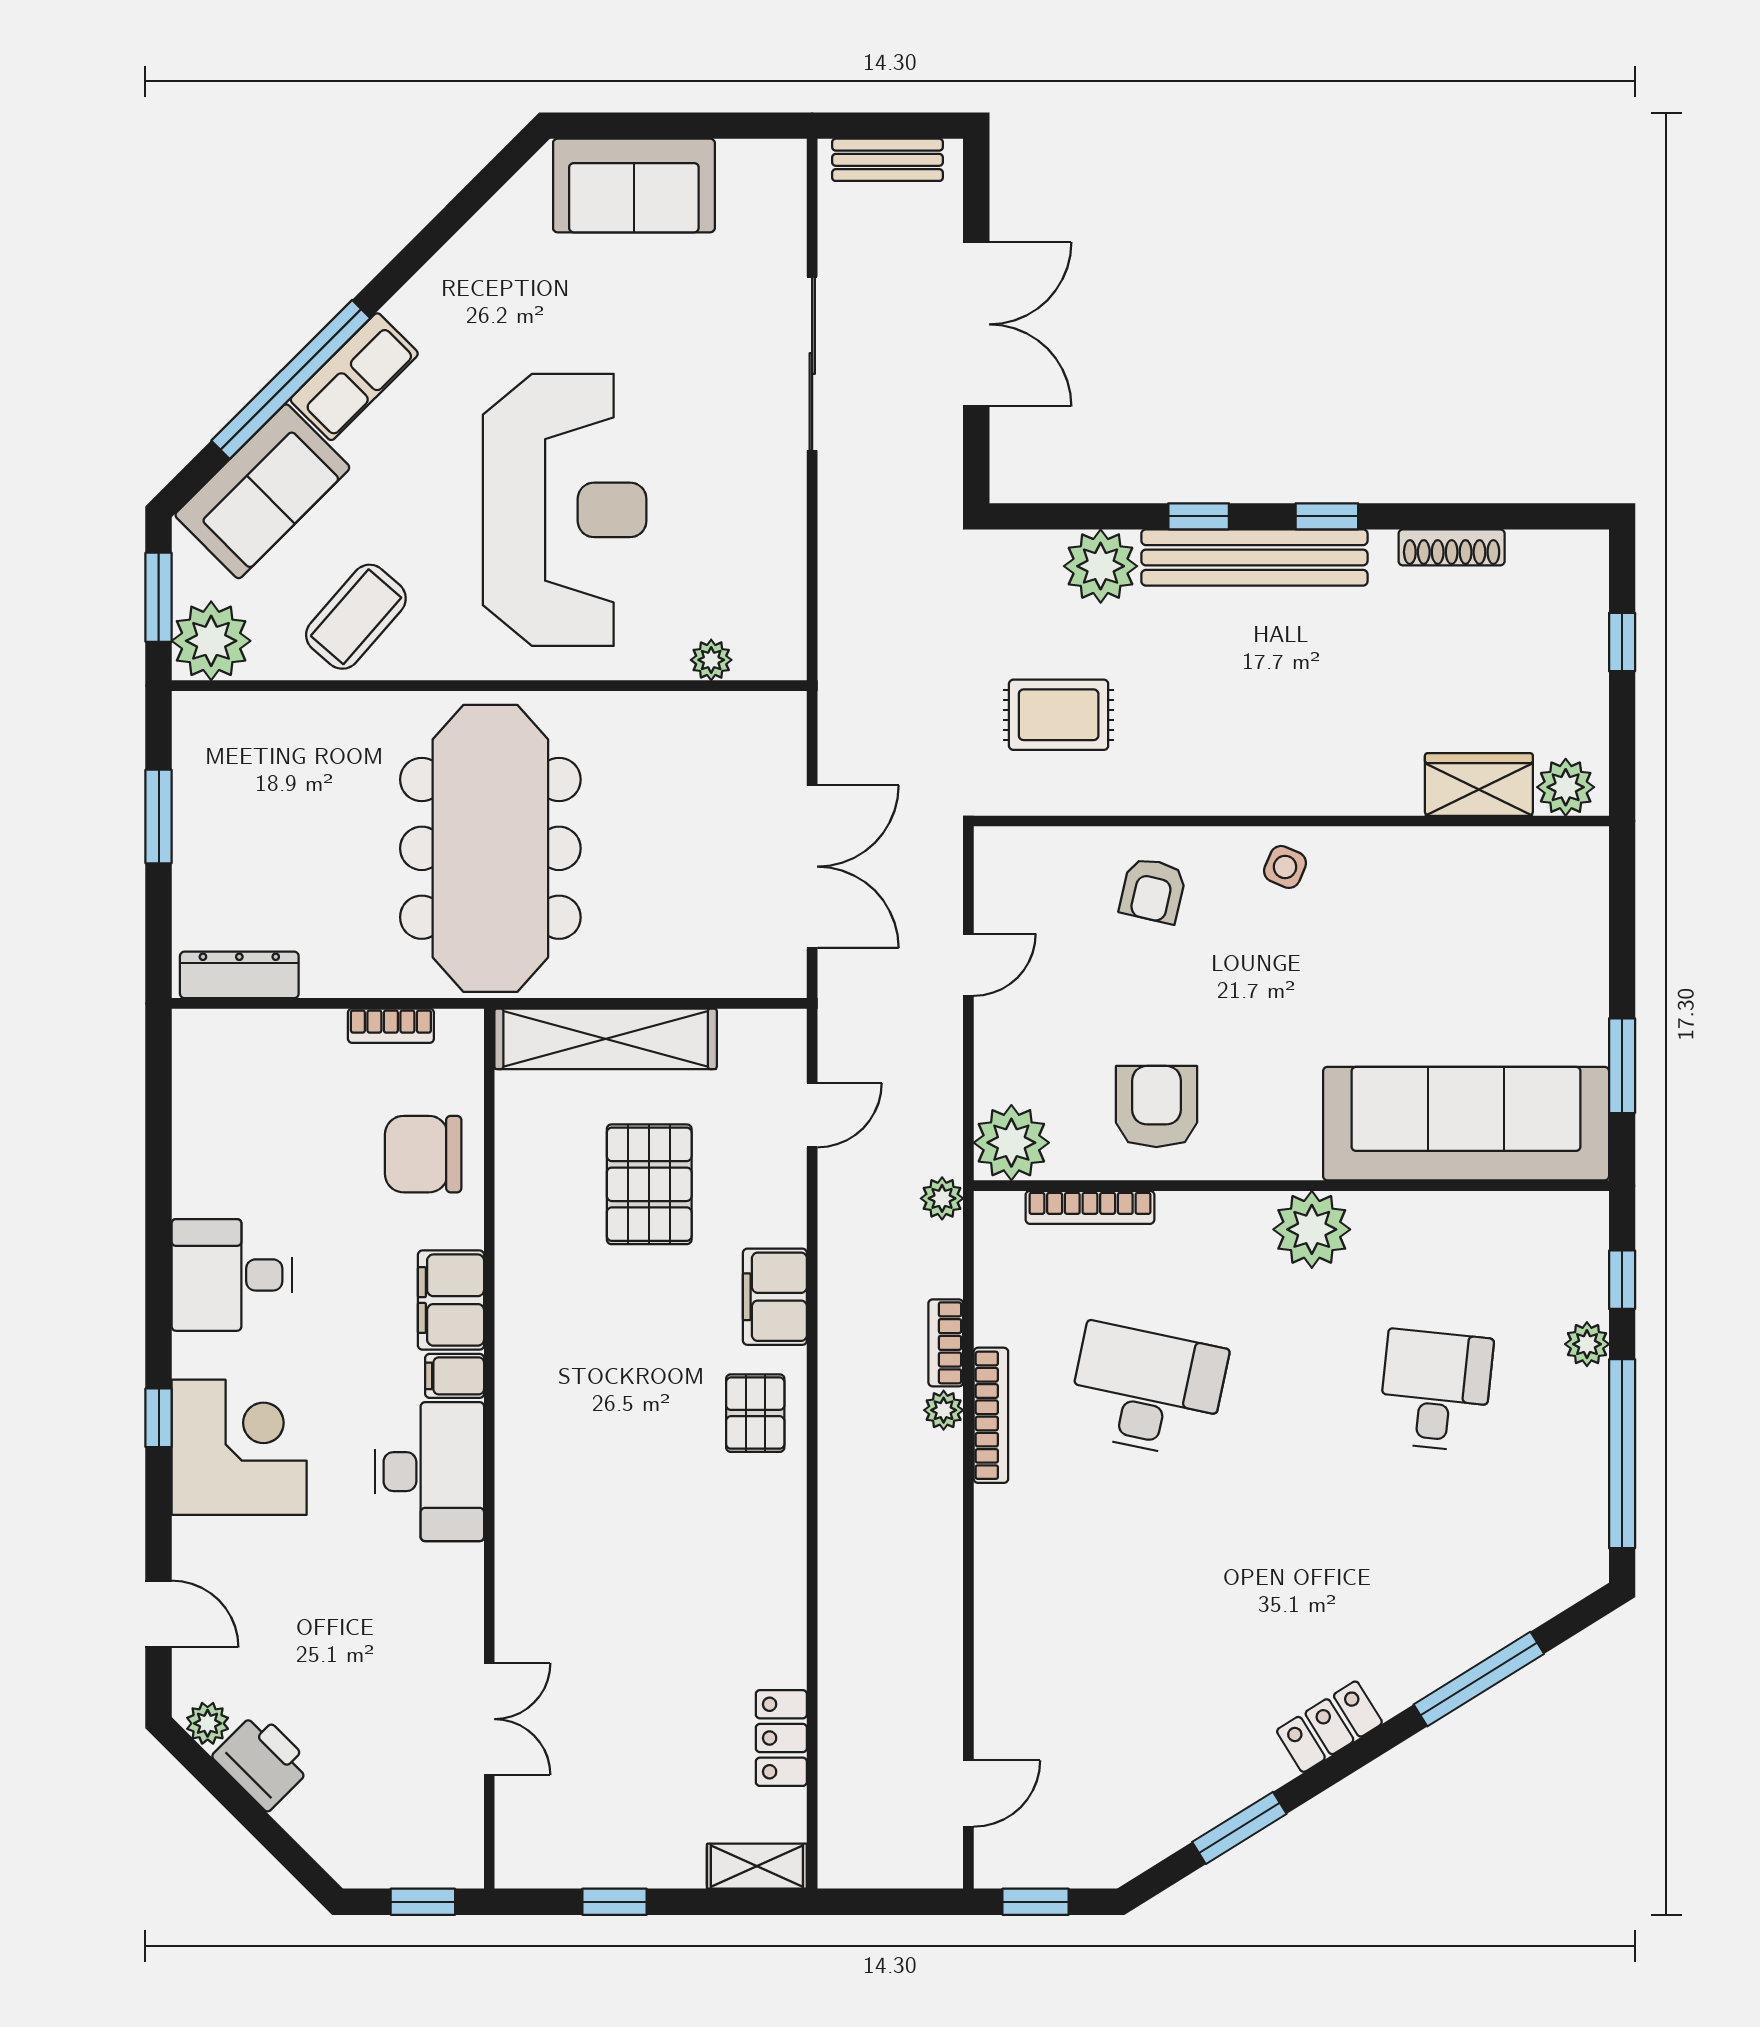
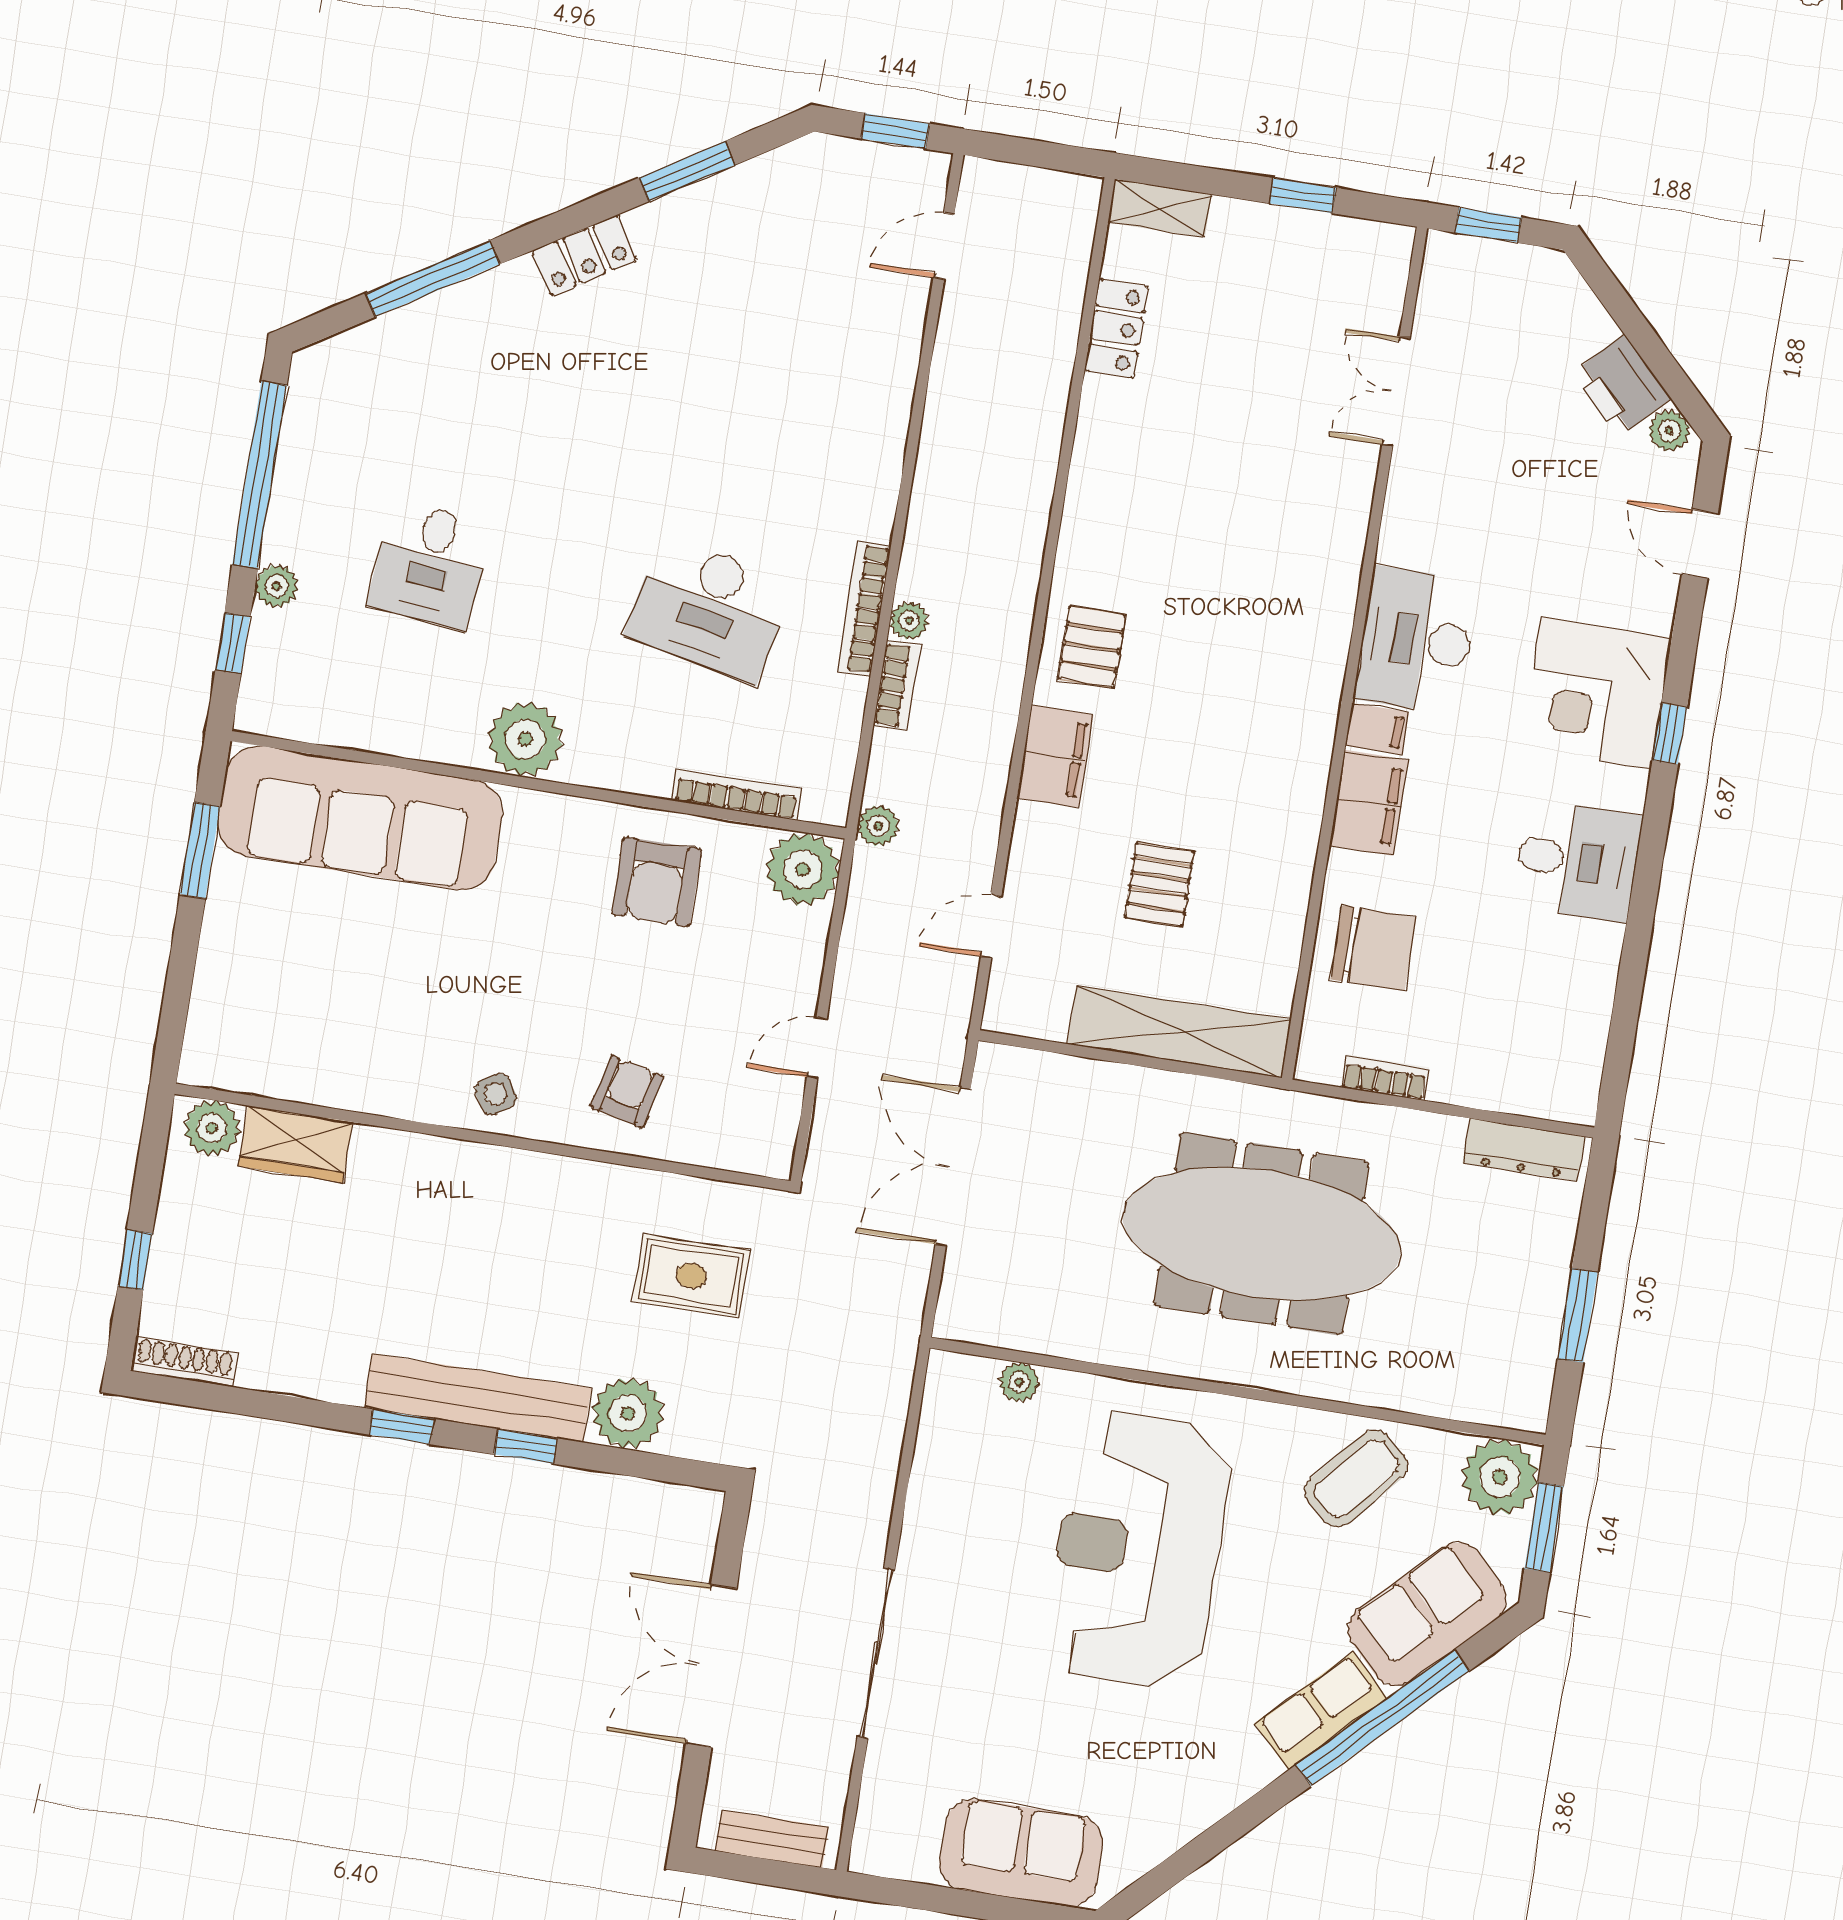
shoe rack: (1452, 547) -> (184, 1362), moved
meeting table: (490, 848) -> (1261, 1234), turned 90
side table: (1285, 867) -> (496, 1094), turned 34
pallet: (649, 1184) -> (1159, 884), width x0.67, depth x0.71

